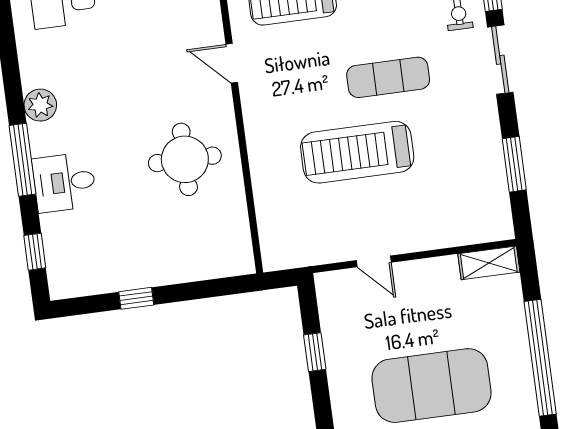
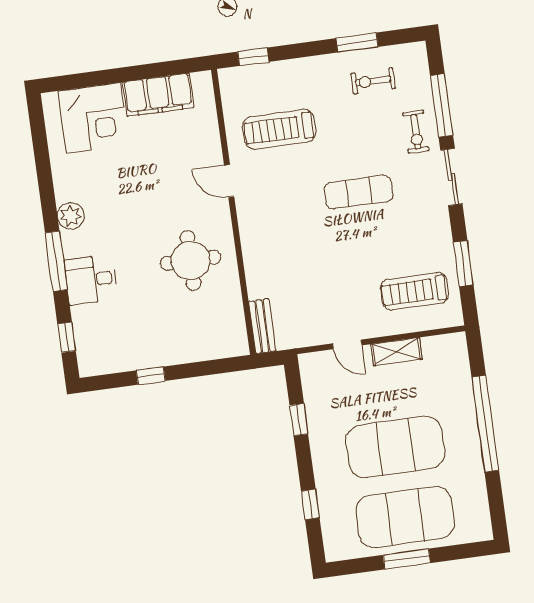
treadmill: (357, 152) -> (414, 291), moved, width x0.73, depth x0.73
bench: (271, 239) -> (262, 326), added
shelving: (489, 263) -> (396, 352), moved

